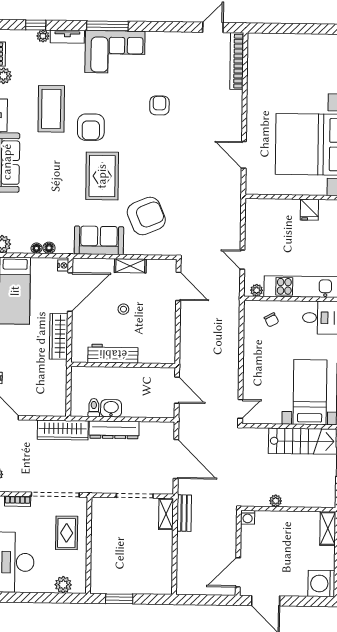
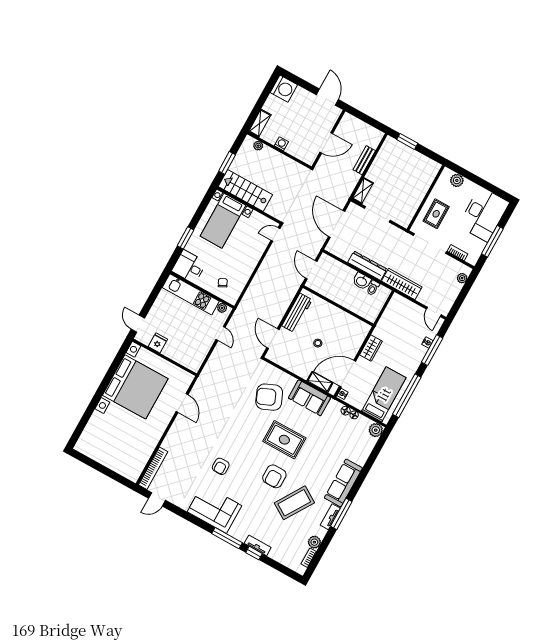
window: (36, 25) -> (254, 553), moved
plant: (43, 36) -> (274, 555), removed
corner sofa: (115, 52) -> (214, 509), moved
coffee table: (51, 109) -> (294, 503), turned 32
armchair: (91, 127) -> (274, 476), turned 180
rug: (102, 176) -> (284, 440), turned 90
shelving: (130, 266) -> (320, 382), moved
wardrobe: (59, 336) -> (371, 348), width x0.67
workbench: (113, 354) -> (297, 313), moved, turned -90
plant: (276, 501) -> (258, 146), moved
bench: (184, 513) -> (364, 160), moved
washing machine: (248, 517) -> (281, 144), moved
door: (238, 572) -> (326, 143), moved
window: (119, 599) -> (407, 141), moved

